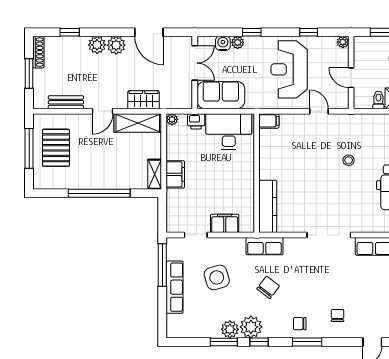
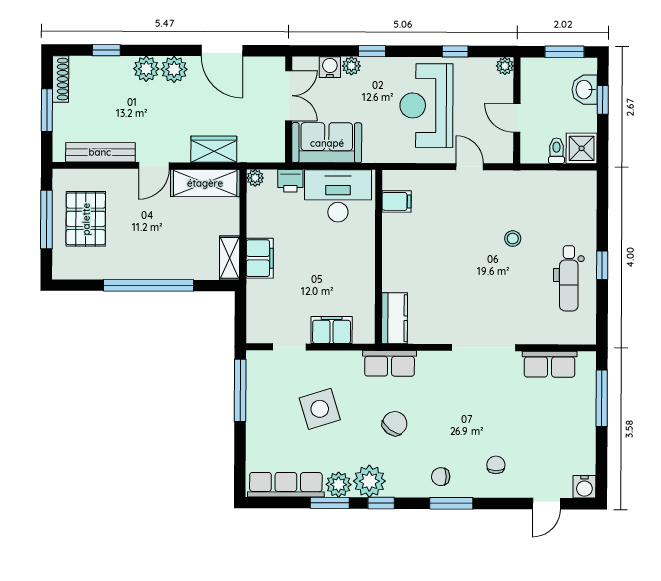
bench: (66, 102) -> (100, 152), width x1.36
filing cabinet: (269, 121) -> (397, 201), moved
kitchen counter: (268, 206) -> (394, 318), width x0.67
row of seats: (175, 287) -> (286, 485), moved, turned -90

